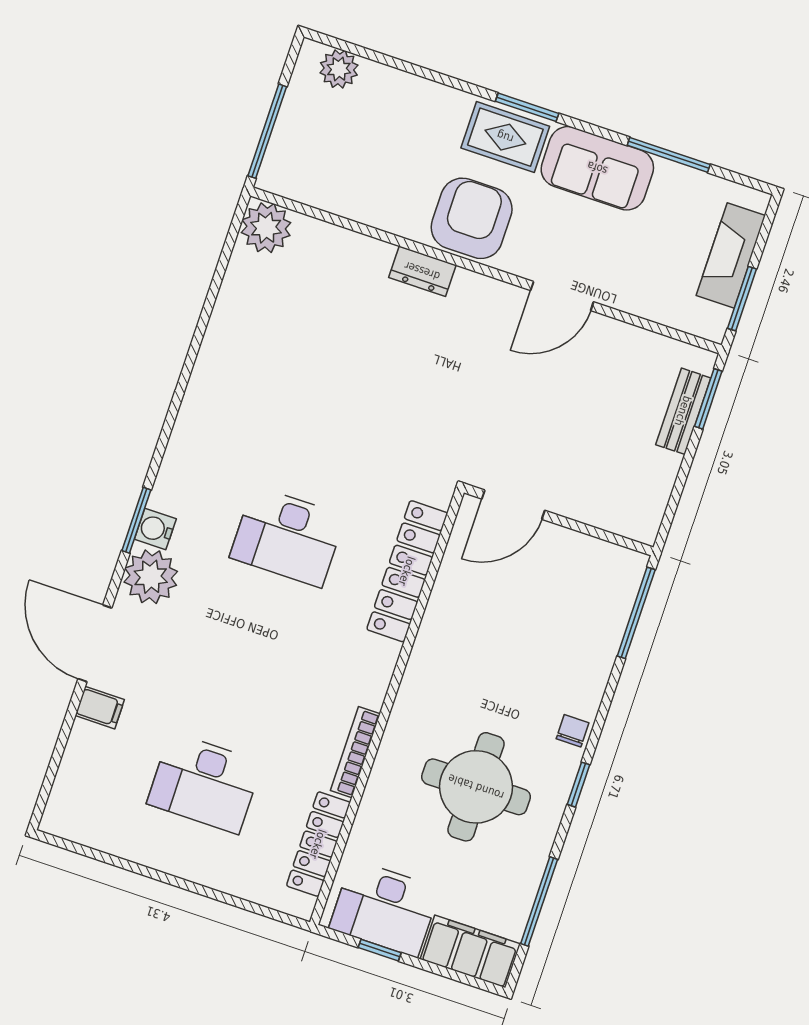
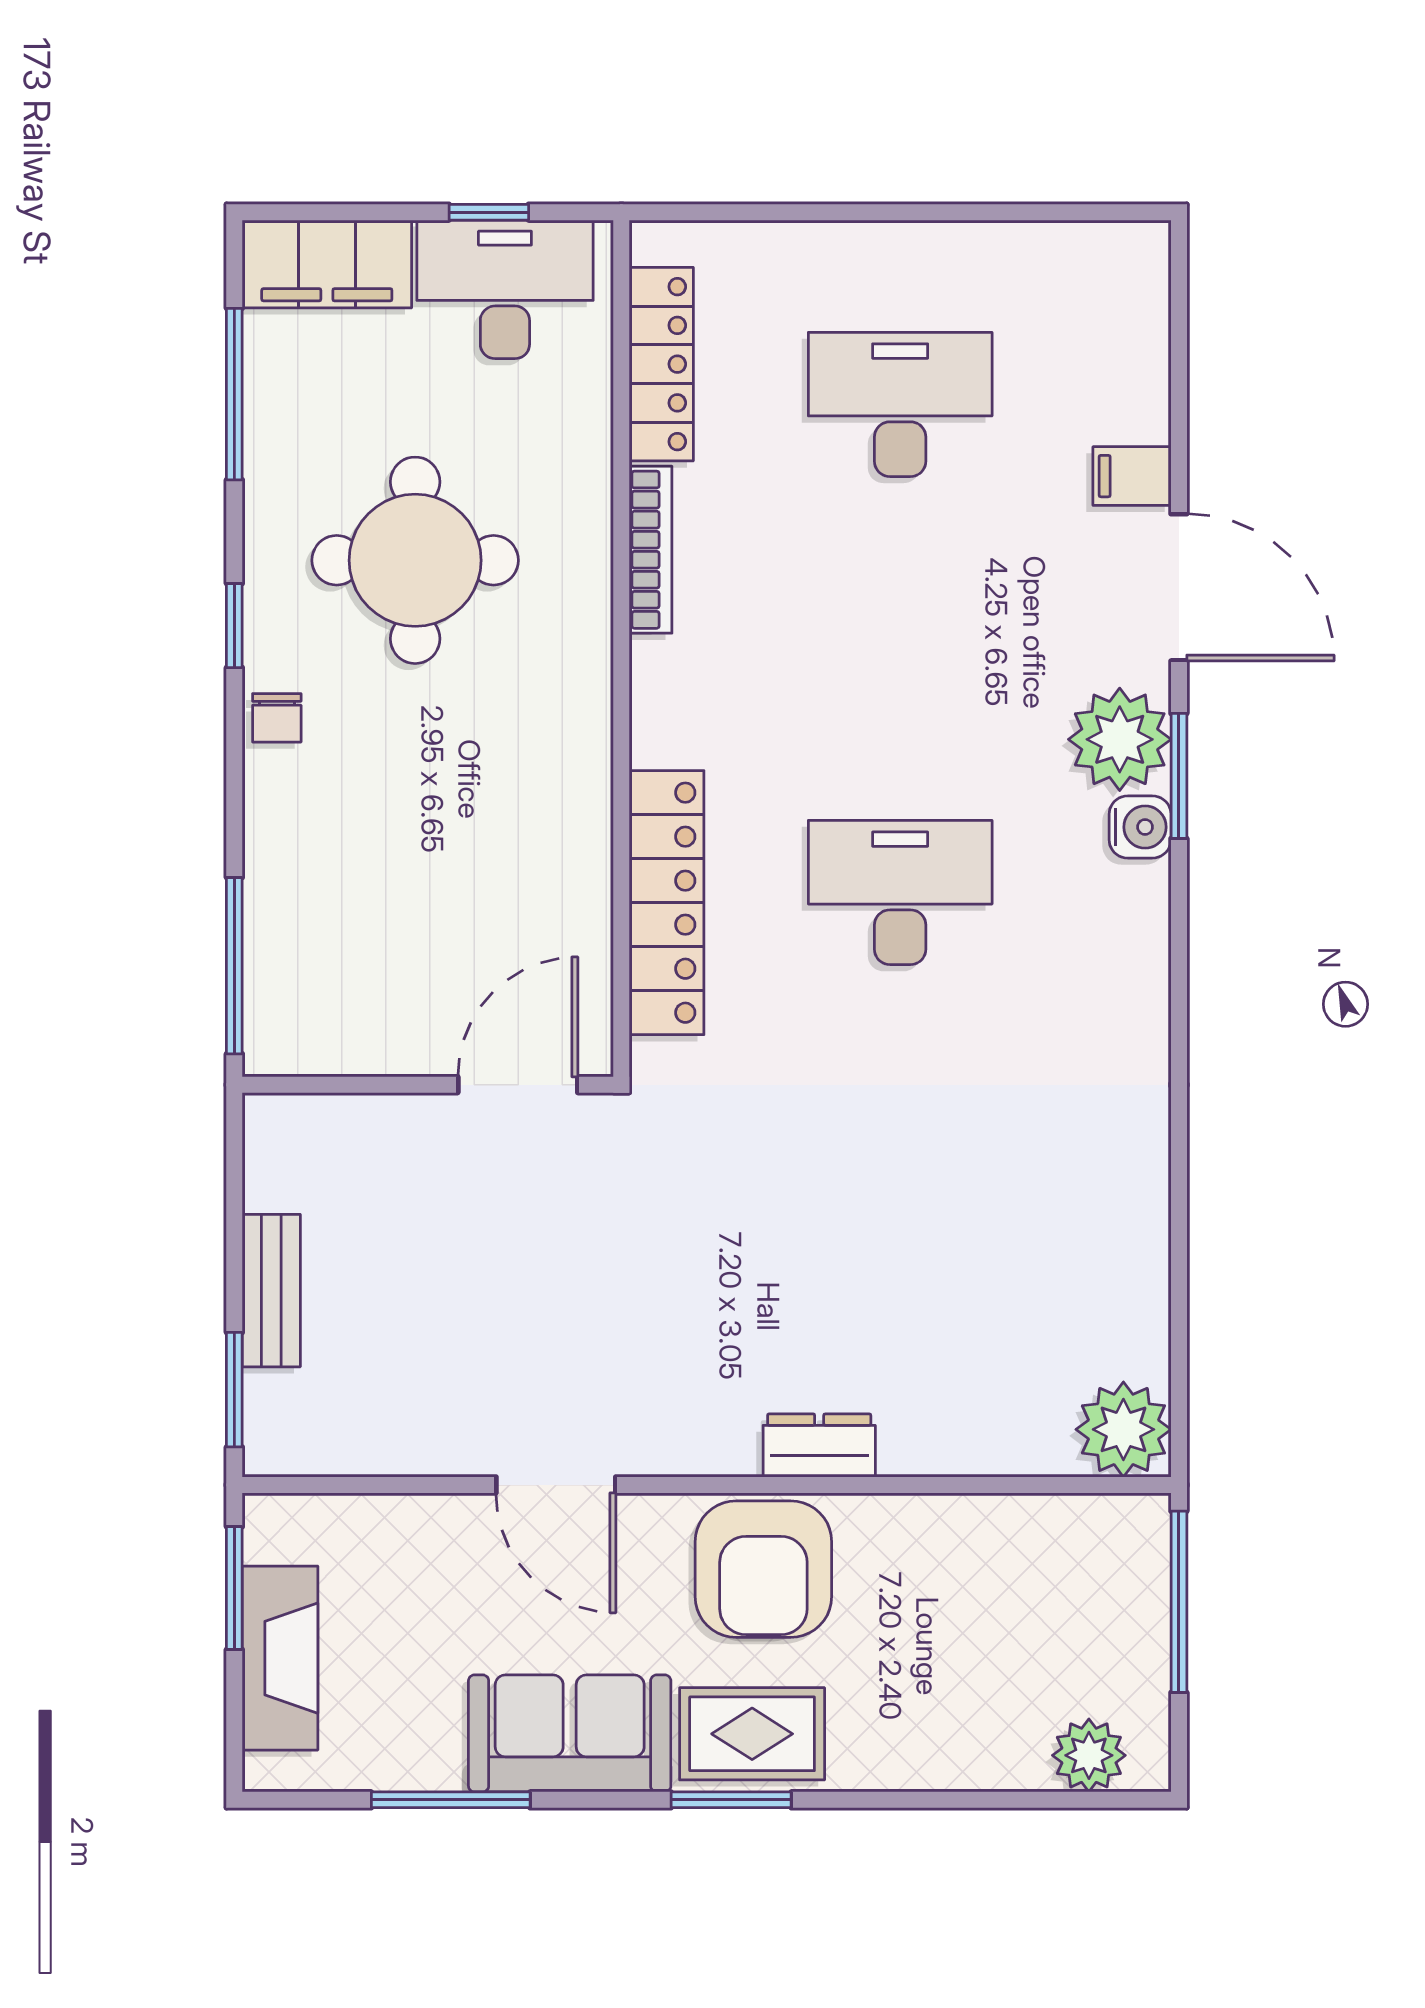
door: (562, 296) -> (556, 1485), swing flipped
bench: (683, 411) -> (271, 1291), moved
window: (136, 520) -> (1179, 776), moved

